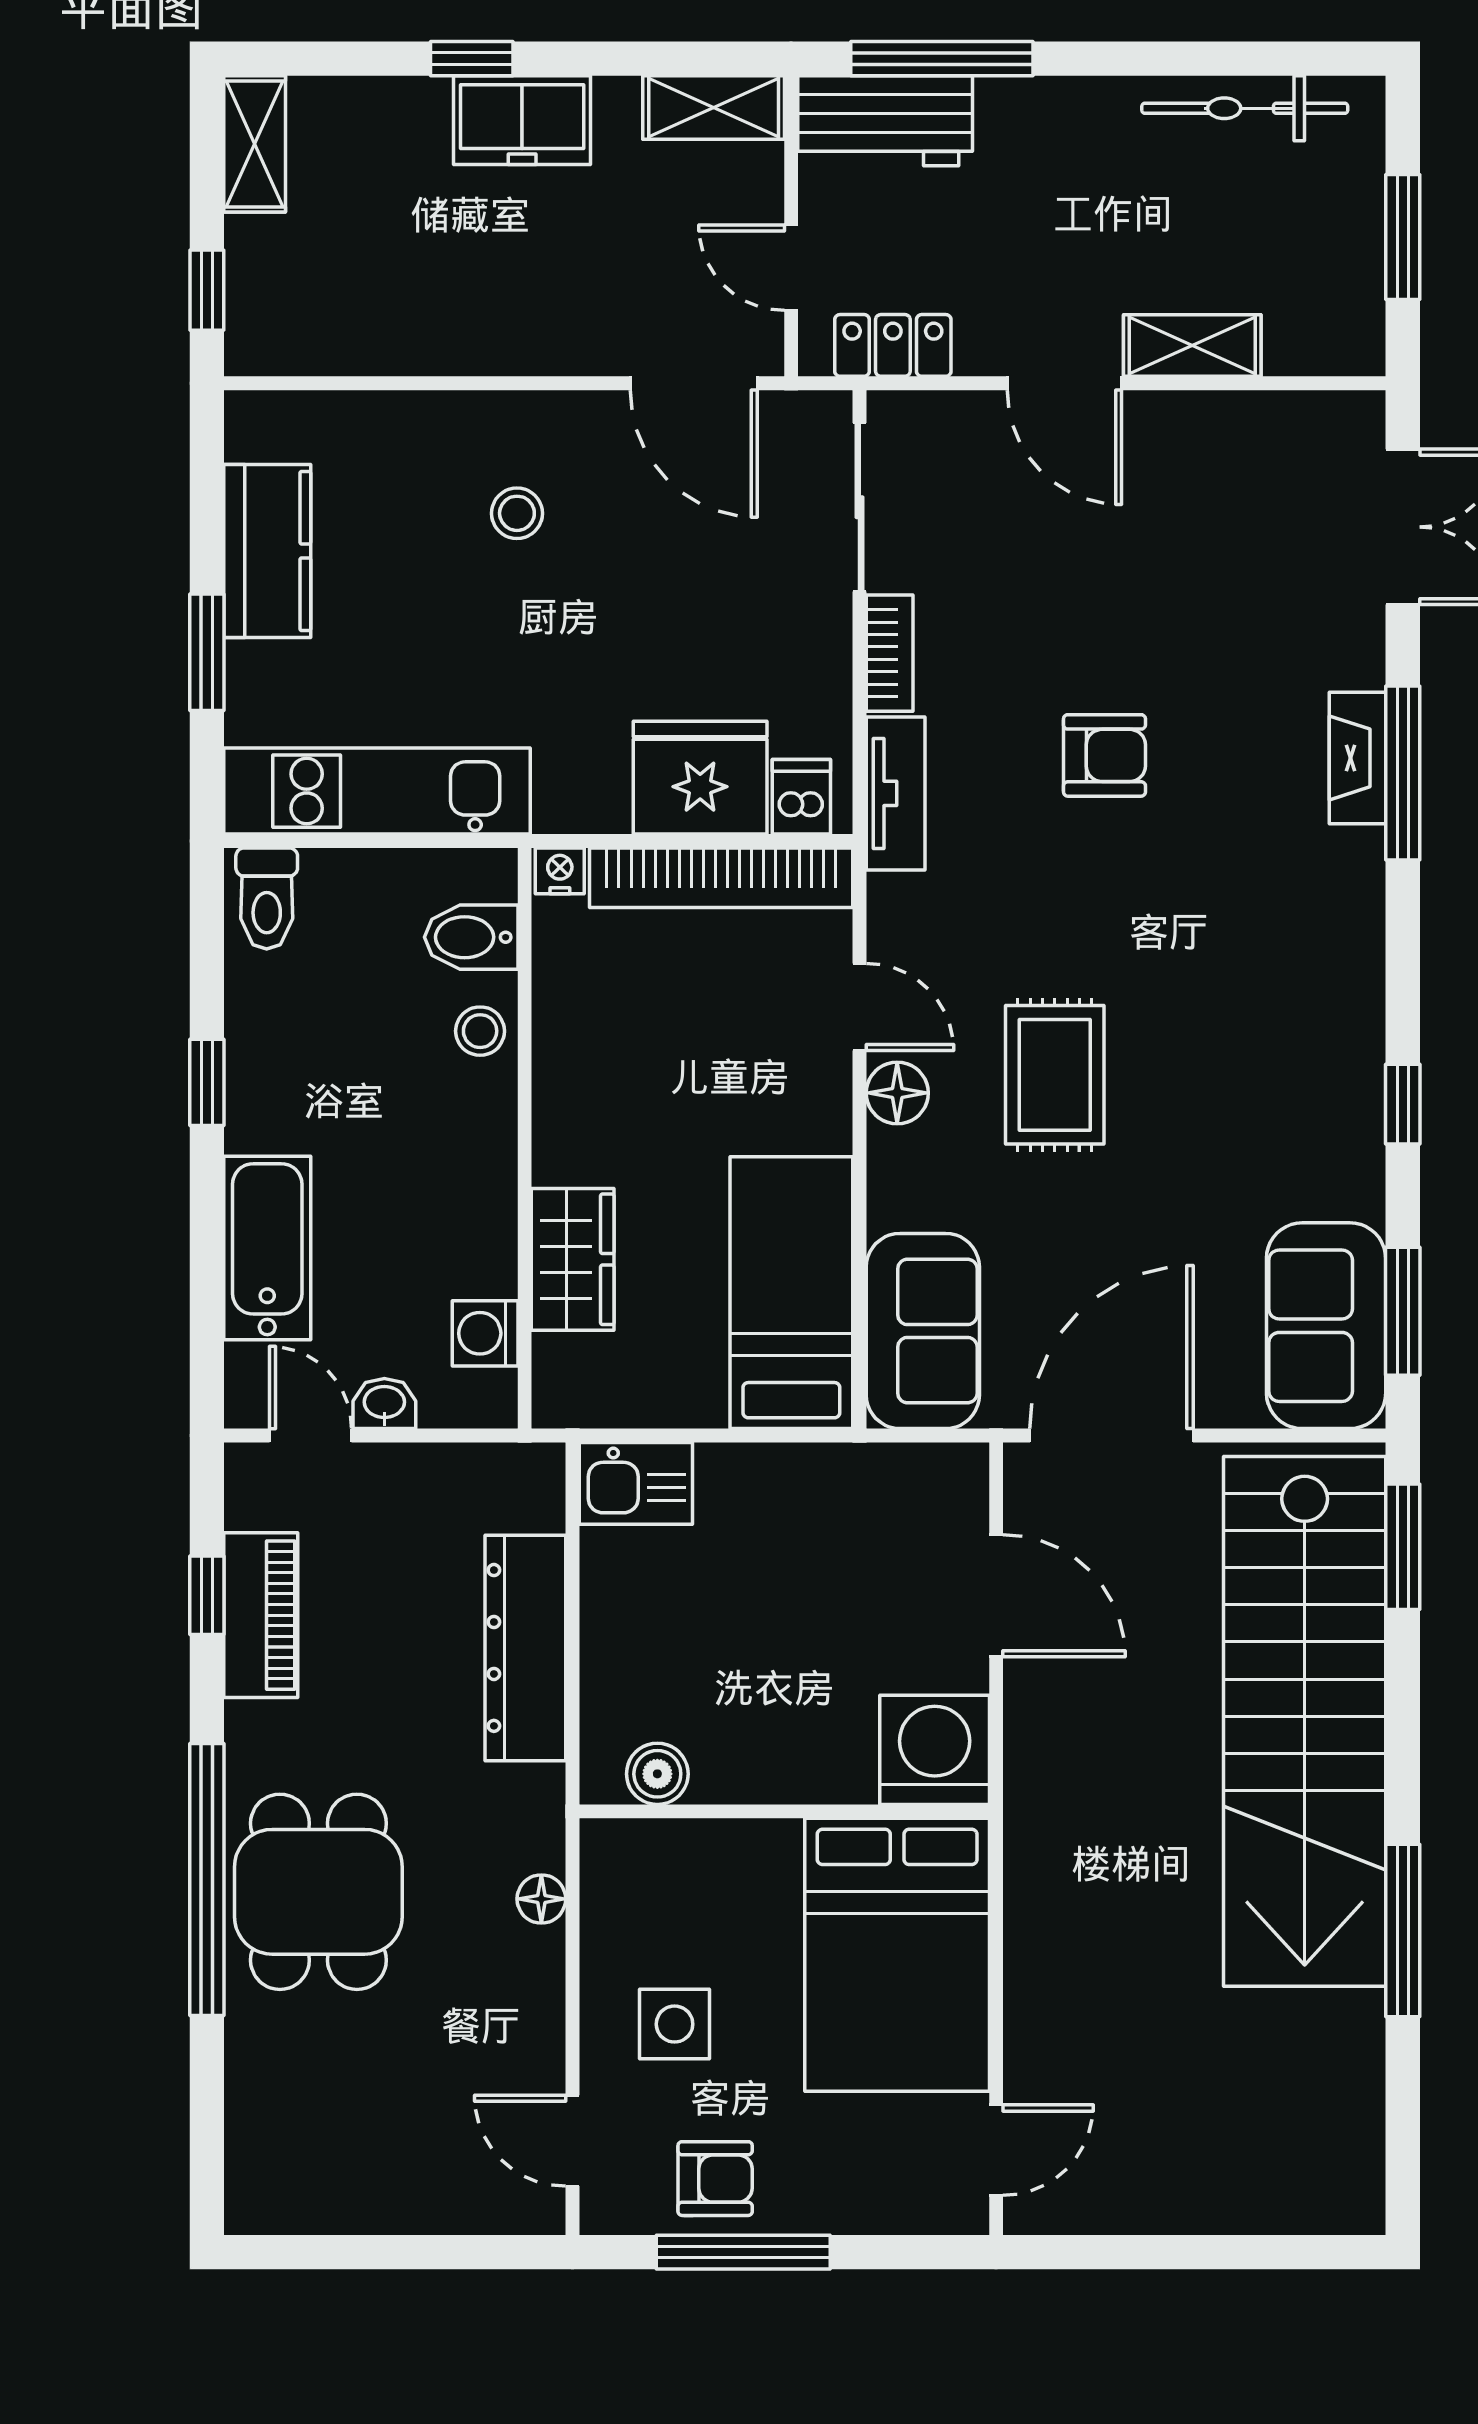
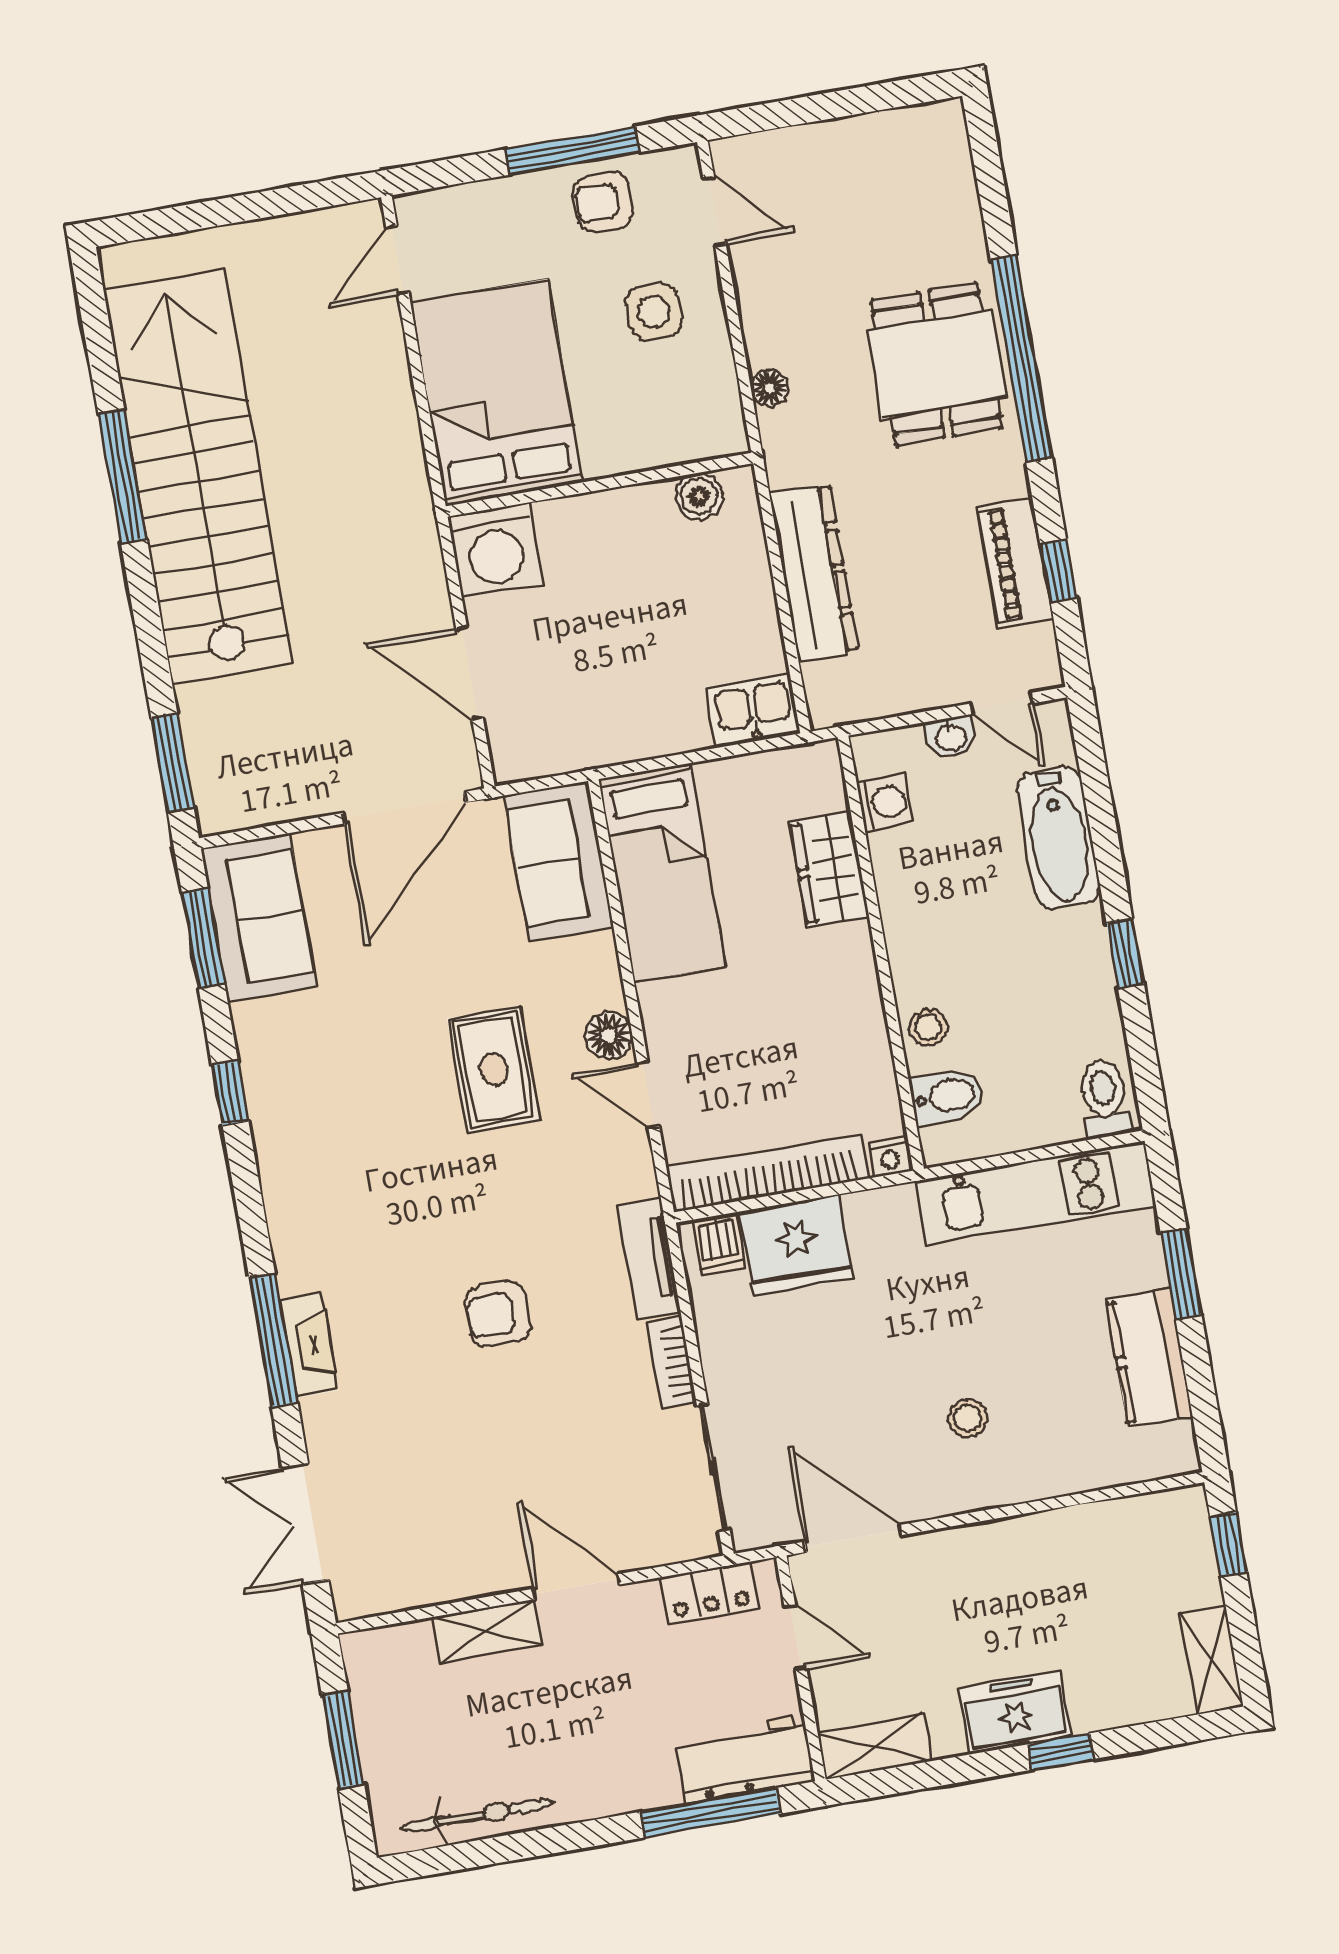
stairs: (1305, 1721) -> (198, 477), moved

